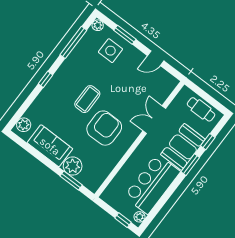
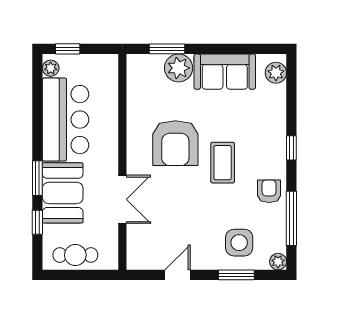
armchair: (74, 66) -> (269, 191), added

